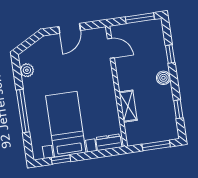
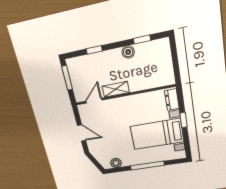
boiler: (163, 78) -> (128, 52), moved
shelving: (128, 106) -> (116, 89), moved
window: (156, 145) -> (175, 58), removed
window: (61, 160) -> (184, 120), moved

